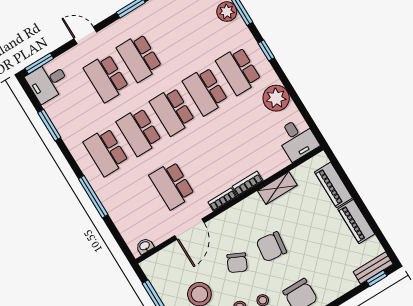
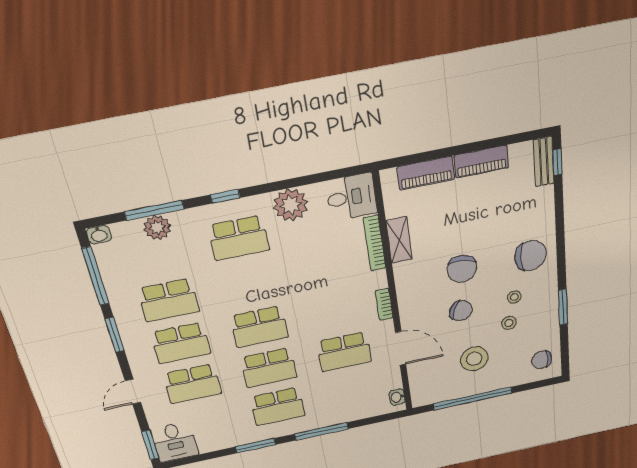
school desk: (205, 91) -> (169, 300), moved
window: (49, 125) -> (256, 446), moved
bookcase: (248, 184) -> (375, 243), moved, width x1.56

